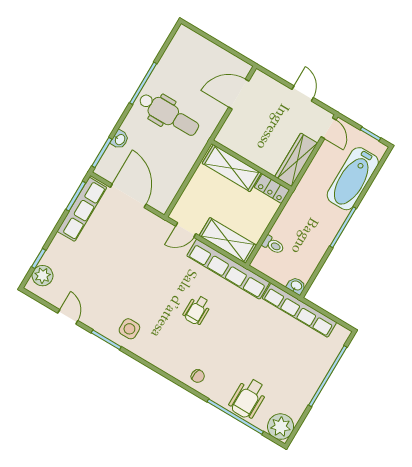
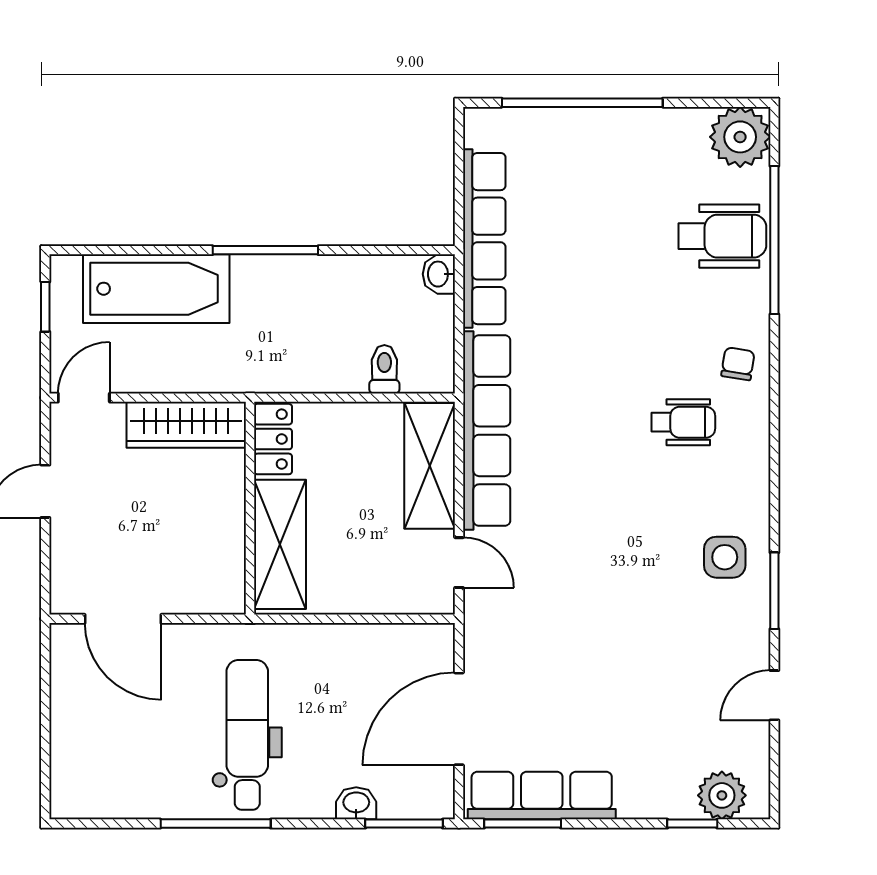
wheelchair: (197, 310) -> (683, 422), moved

